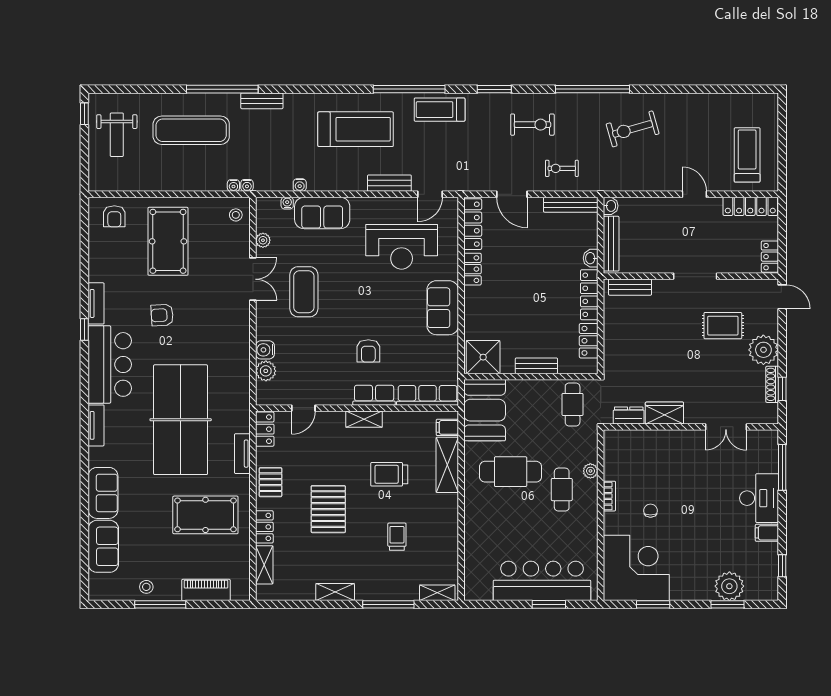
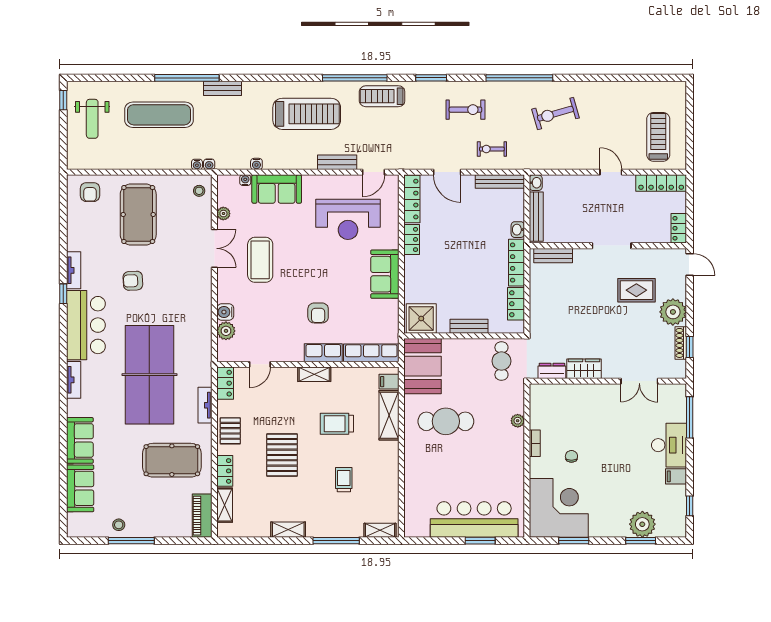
cafe table: (562, 490) -> (492, 437), removed
piano: (206, 590) -> (202, 516), moved, turned -90

